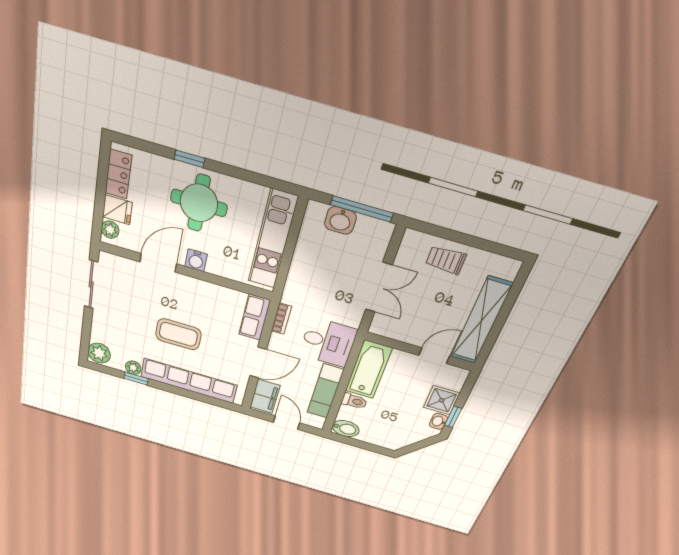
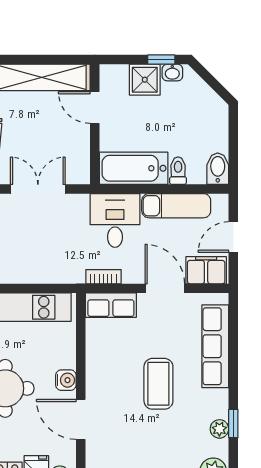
row of seats: (189, 381) -> (215, 346), width x0.73

